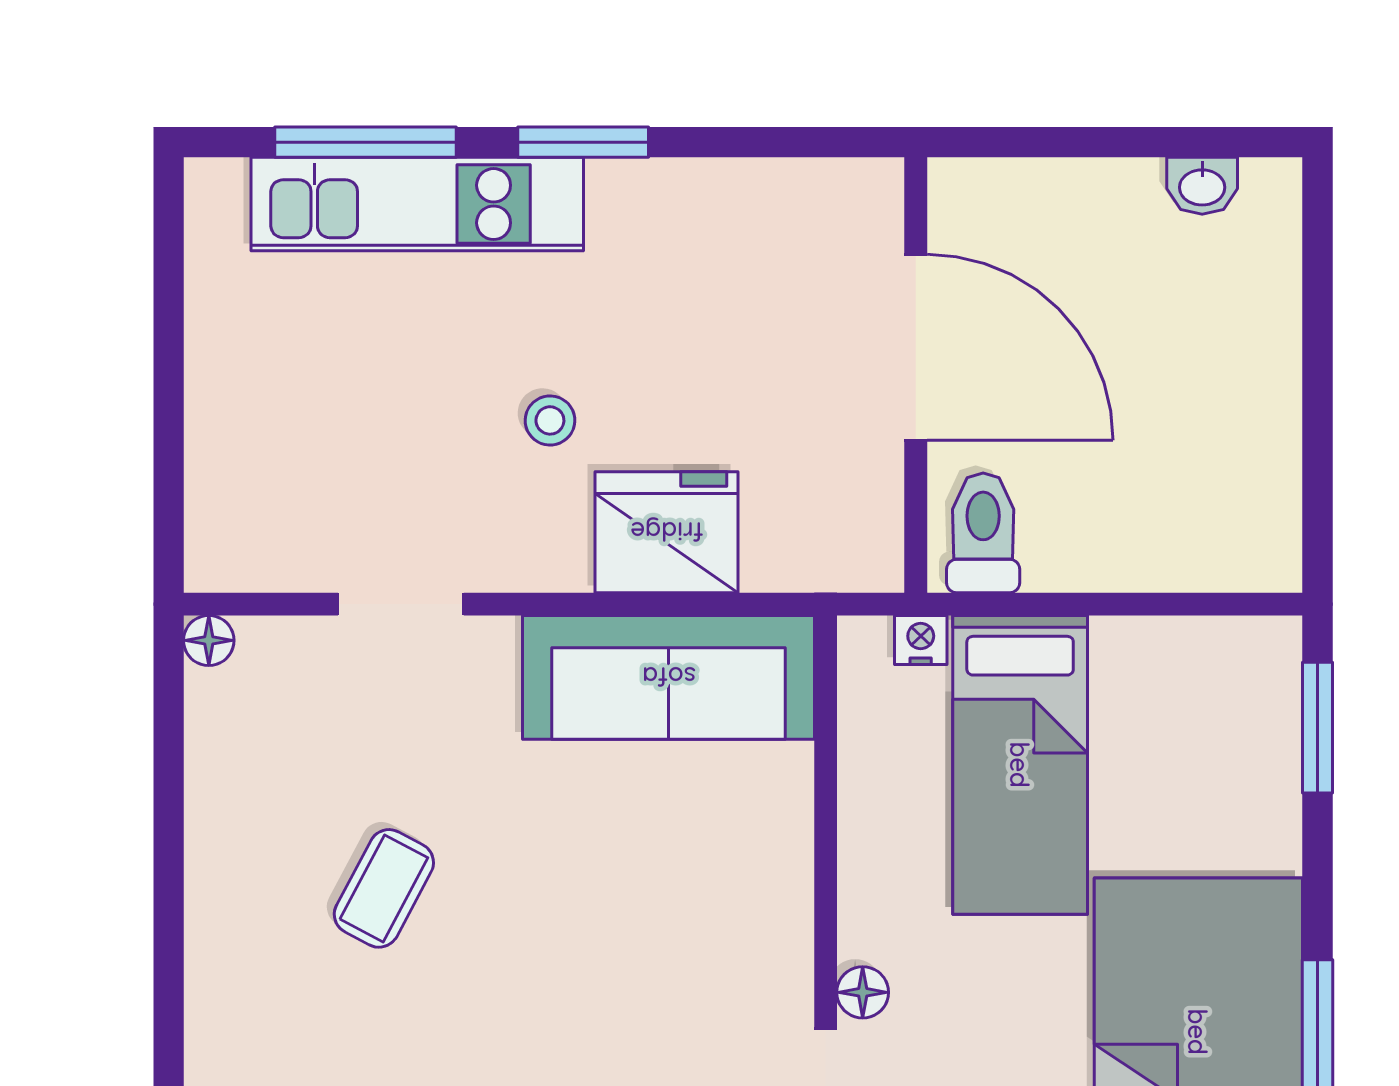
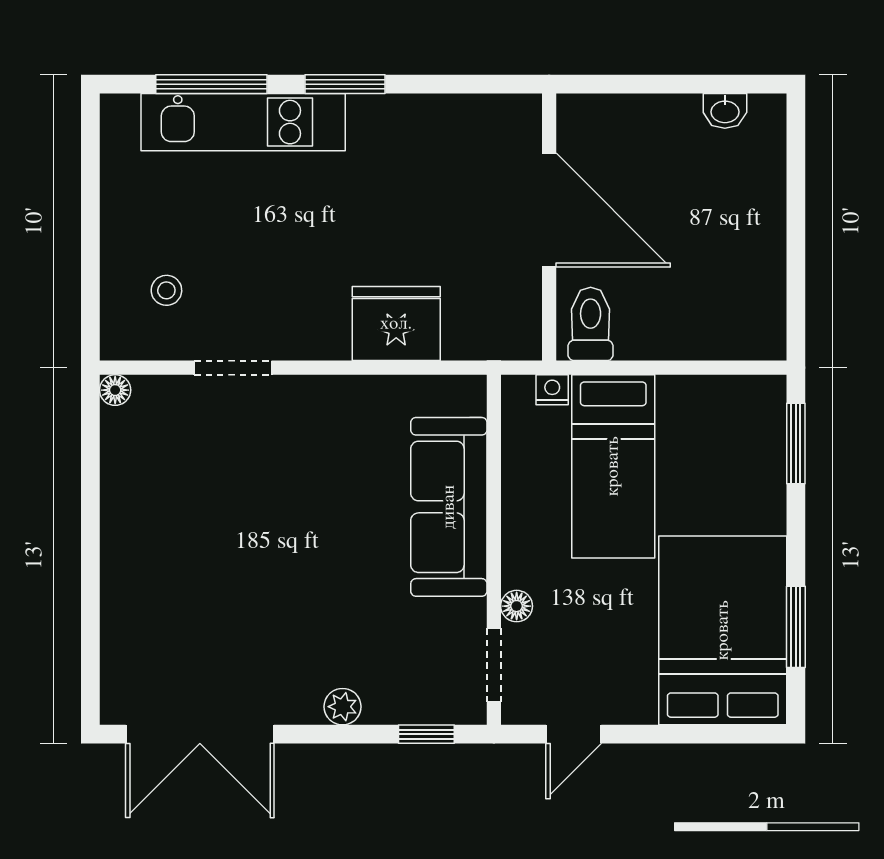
stool: (550, 420) -> (166, 290), moved
sofa: (669, 677) -> (449, 507), moved, turned 90
coffee table: (384, 888) -> (223, 542), removed

